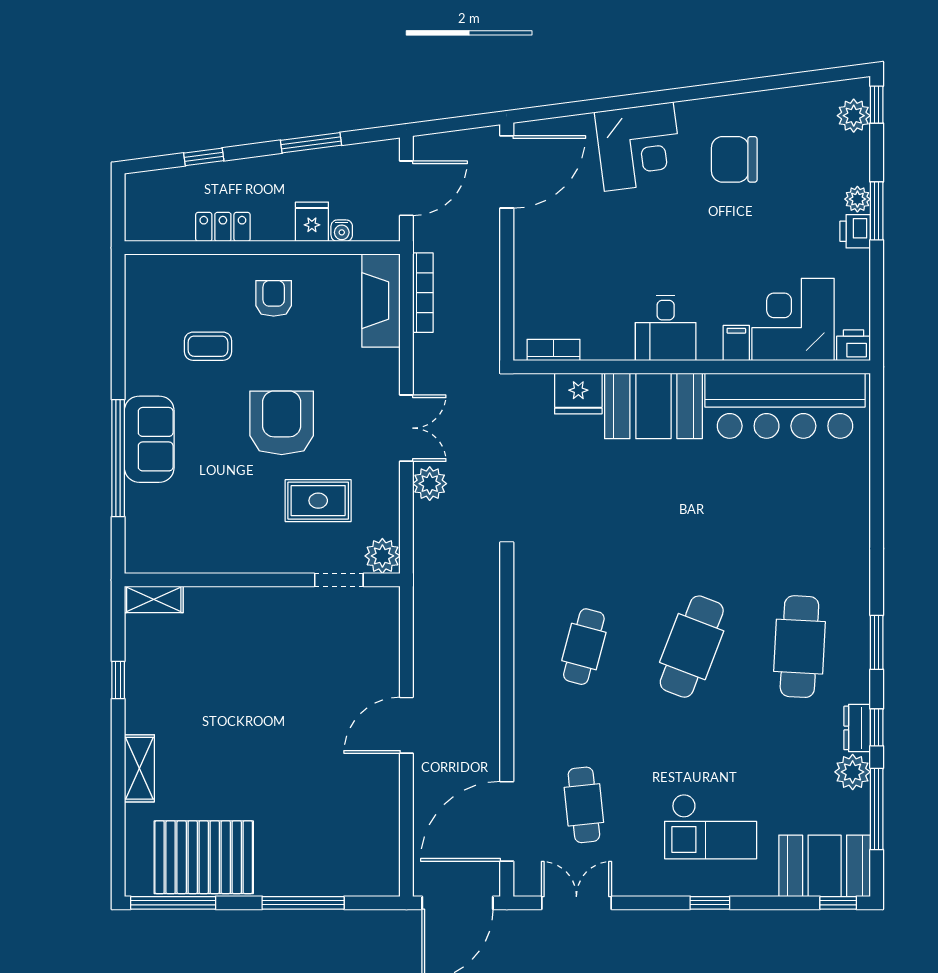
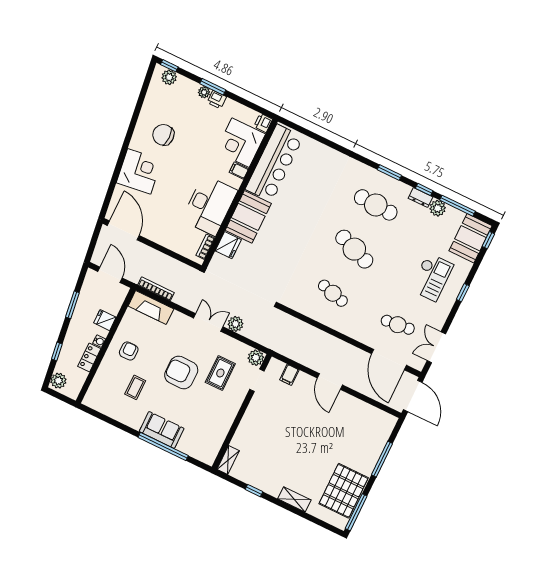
chair: (734, 159) -> (163, 135), turned 90
plant: (148, 188) -> (58, 381), added
water cooler: (342, 231) -> (99, 341), moved
armchair: (274, 298) -> (129, 351), turned 90
desk: (666, 328) -> (209, 205), width x1.87, depth x1.30
filing cabinet: (381, 639) -> (289, 375), added

